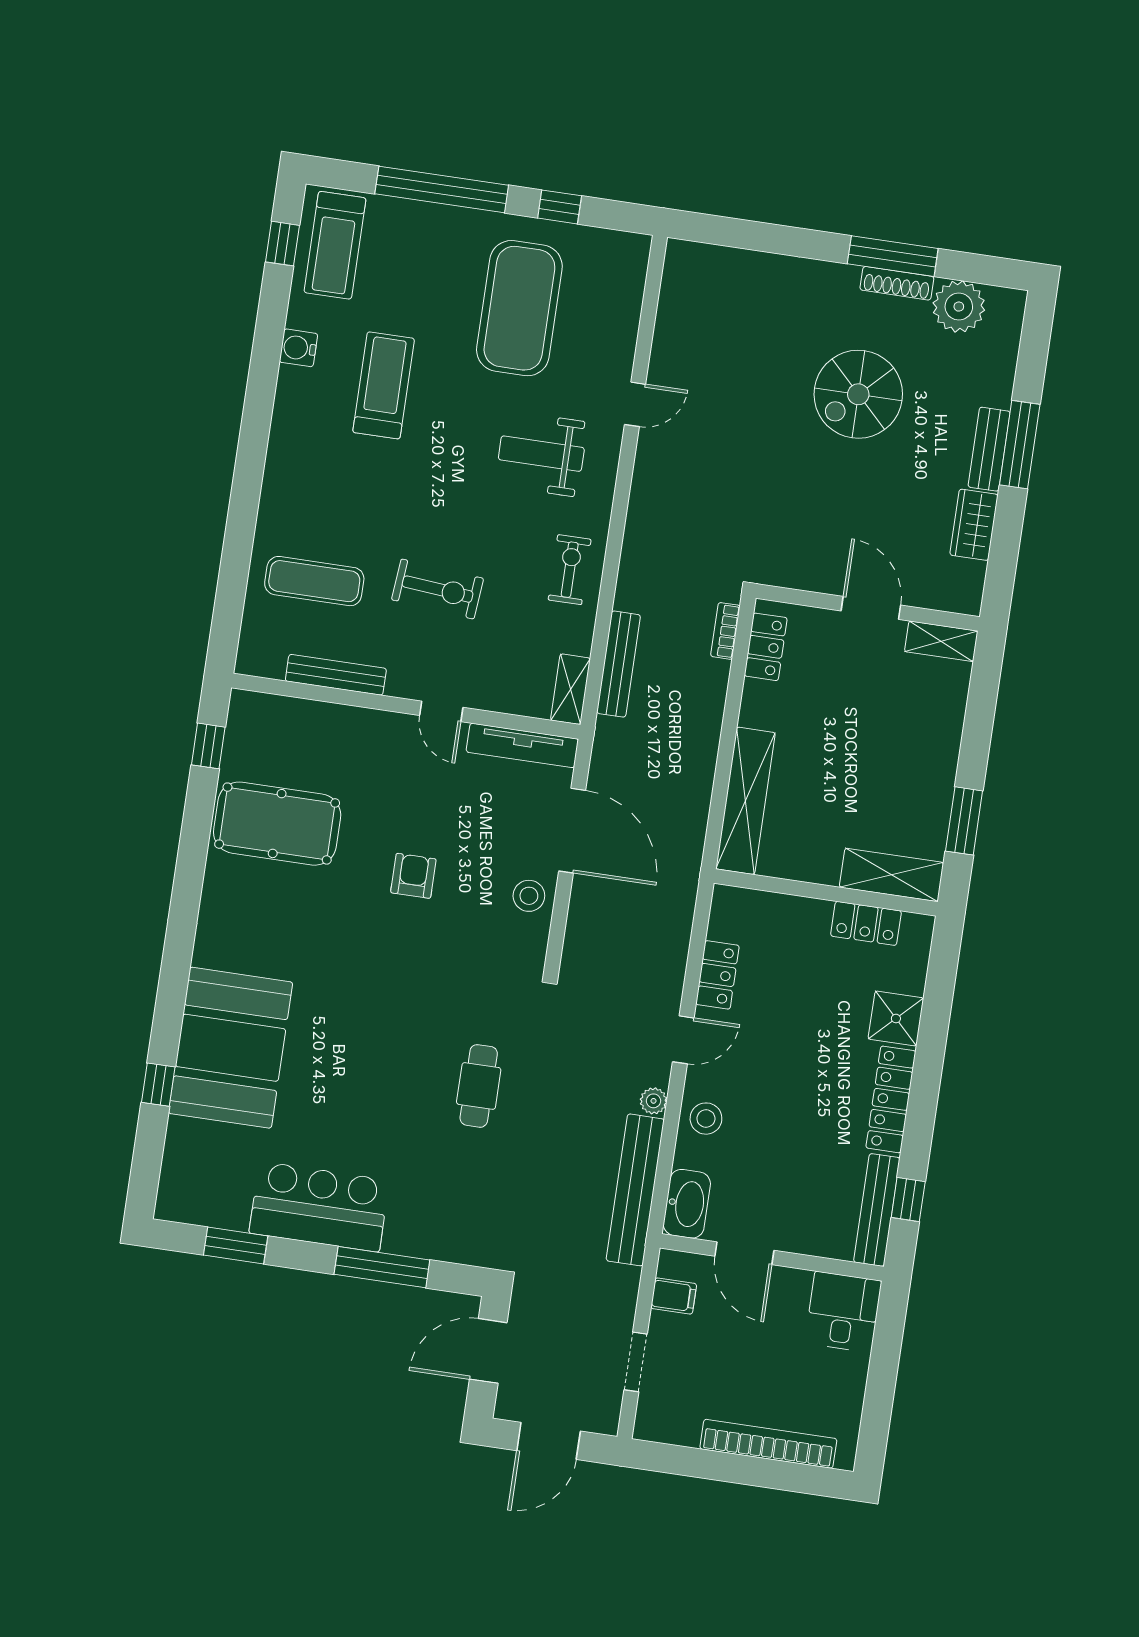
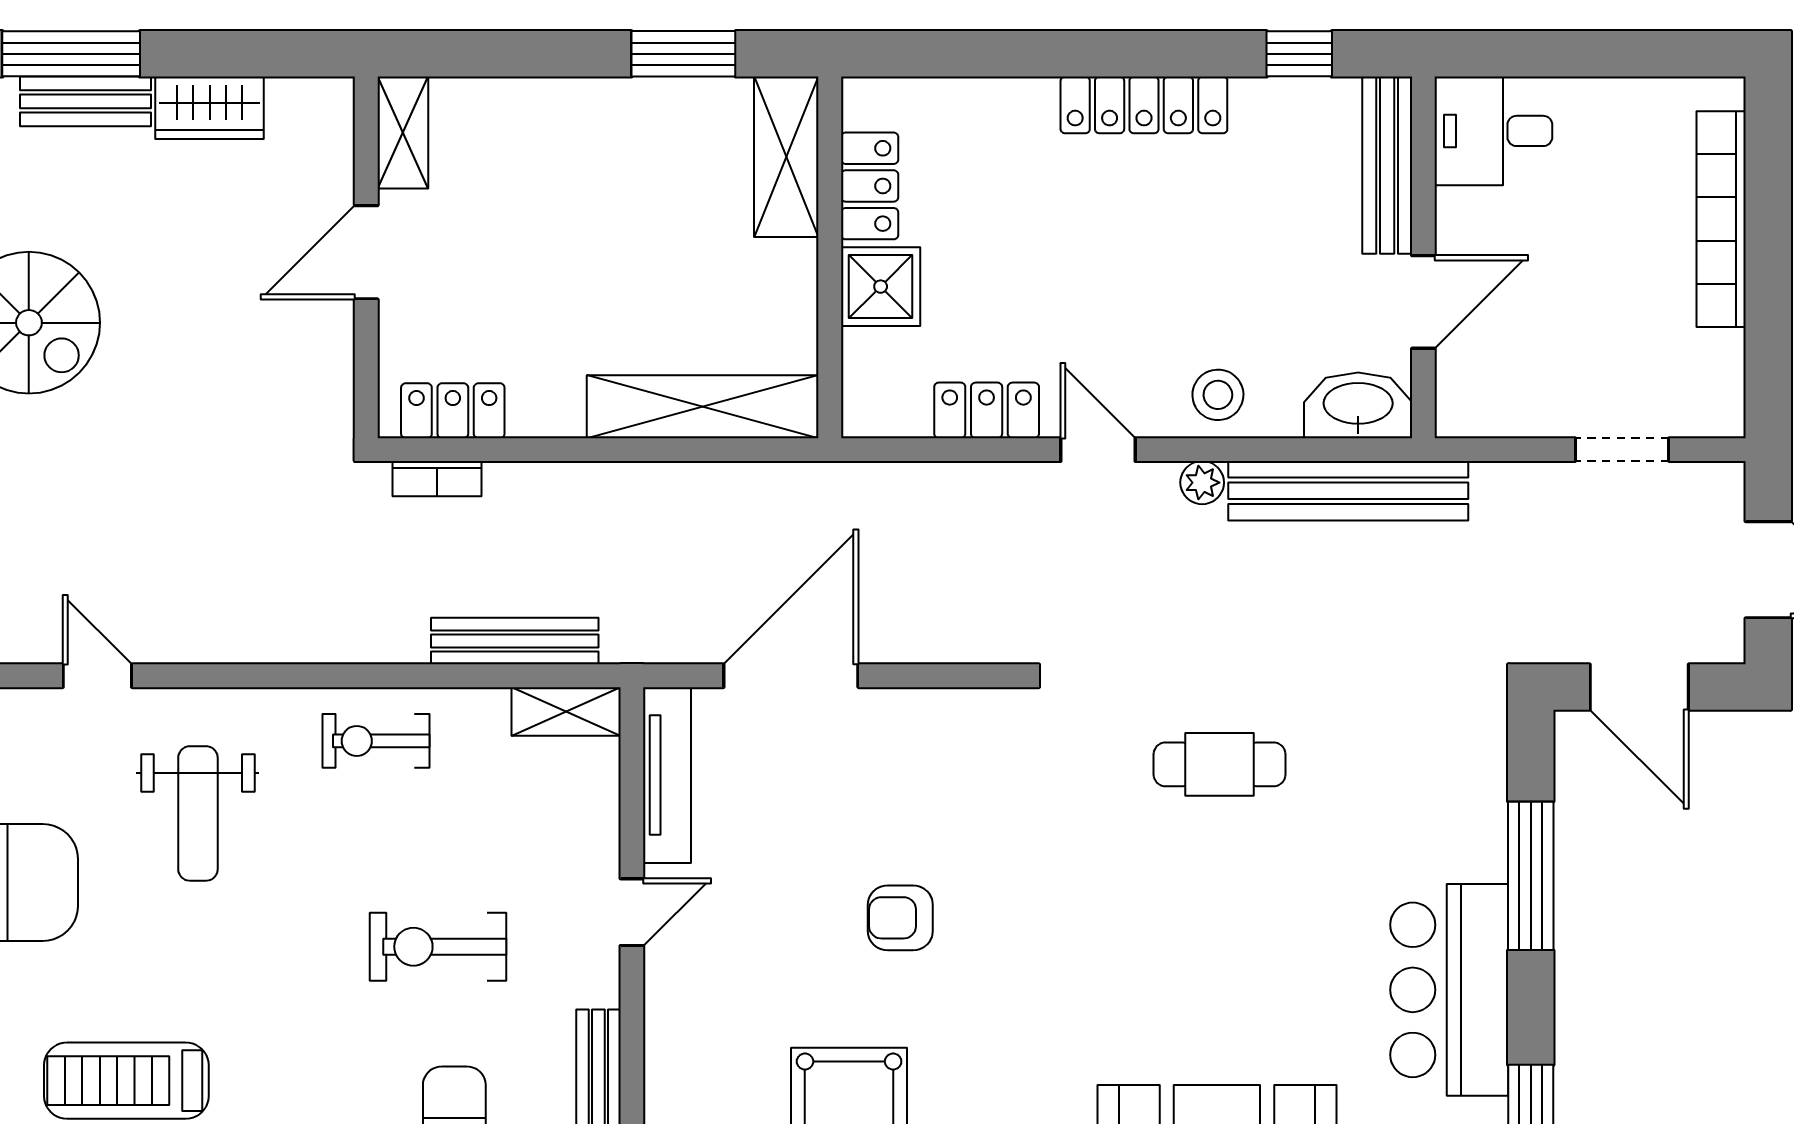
exercise bike: (438, 589) -> (438, 947), turned -95
stool: (529, 896) -> (905, 729), removed
shower: (896, 1018) -> (881, 287), moved
bench: (877, 1210) -> (1387, 165), moved, turned 90
filing cabinet: (674, 1296) -> (1508, 405), removed

